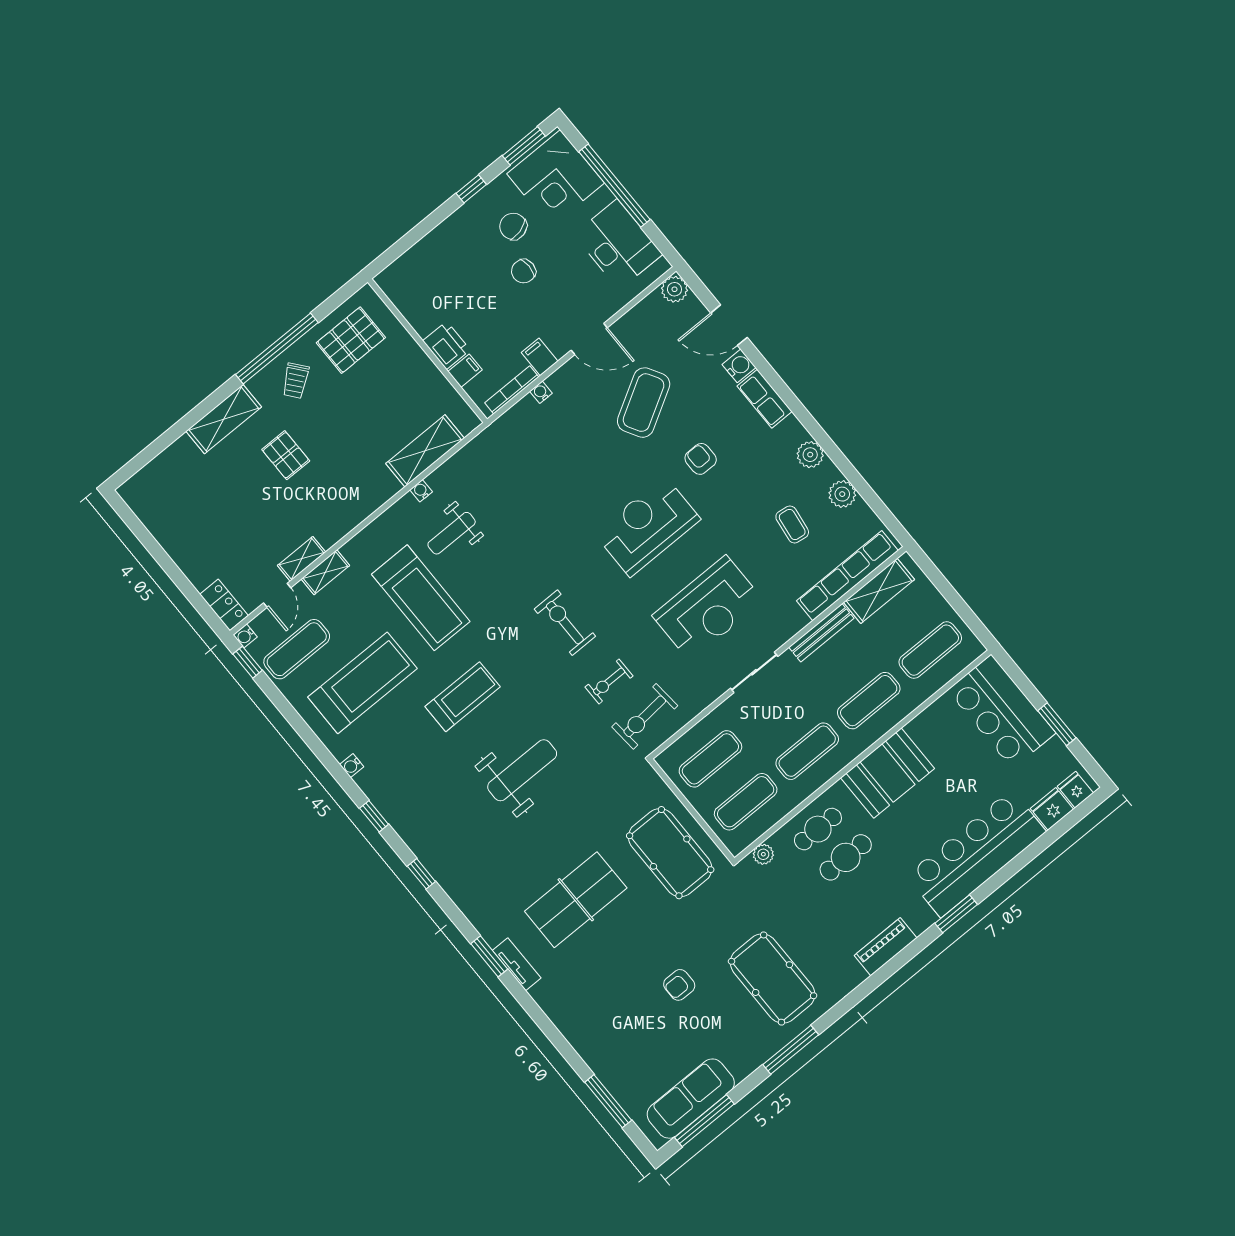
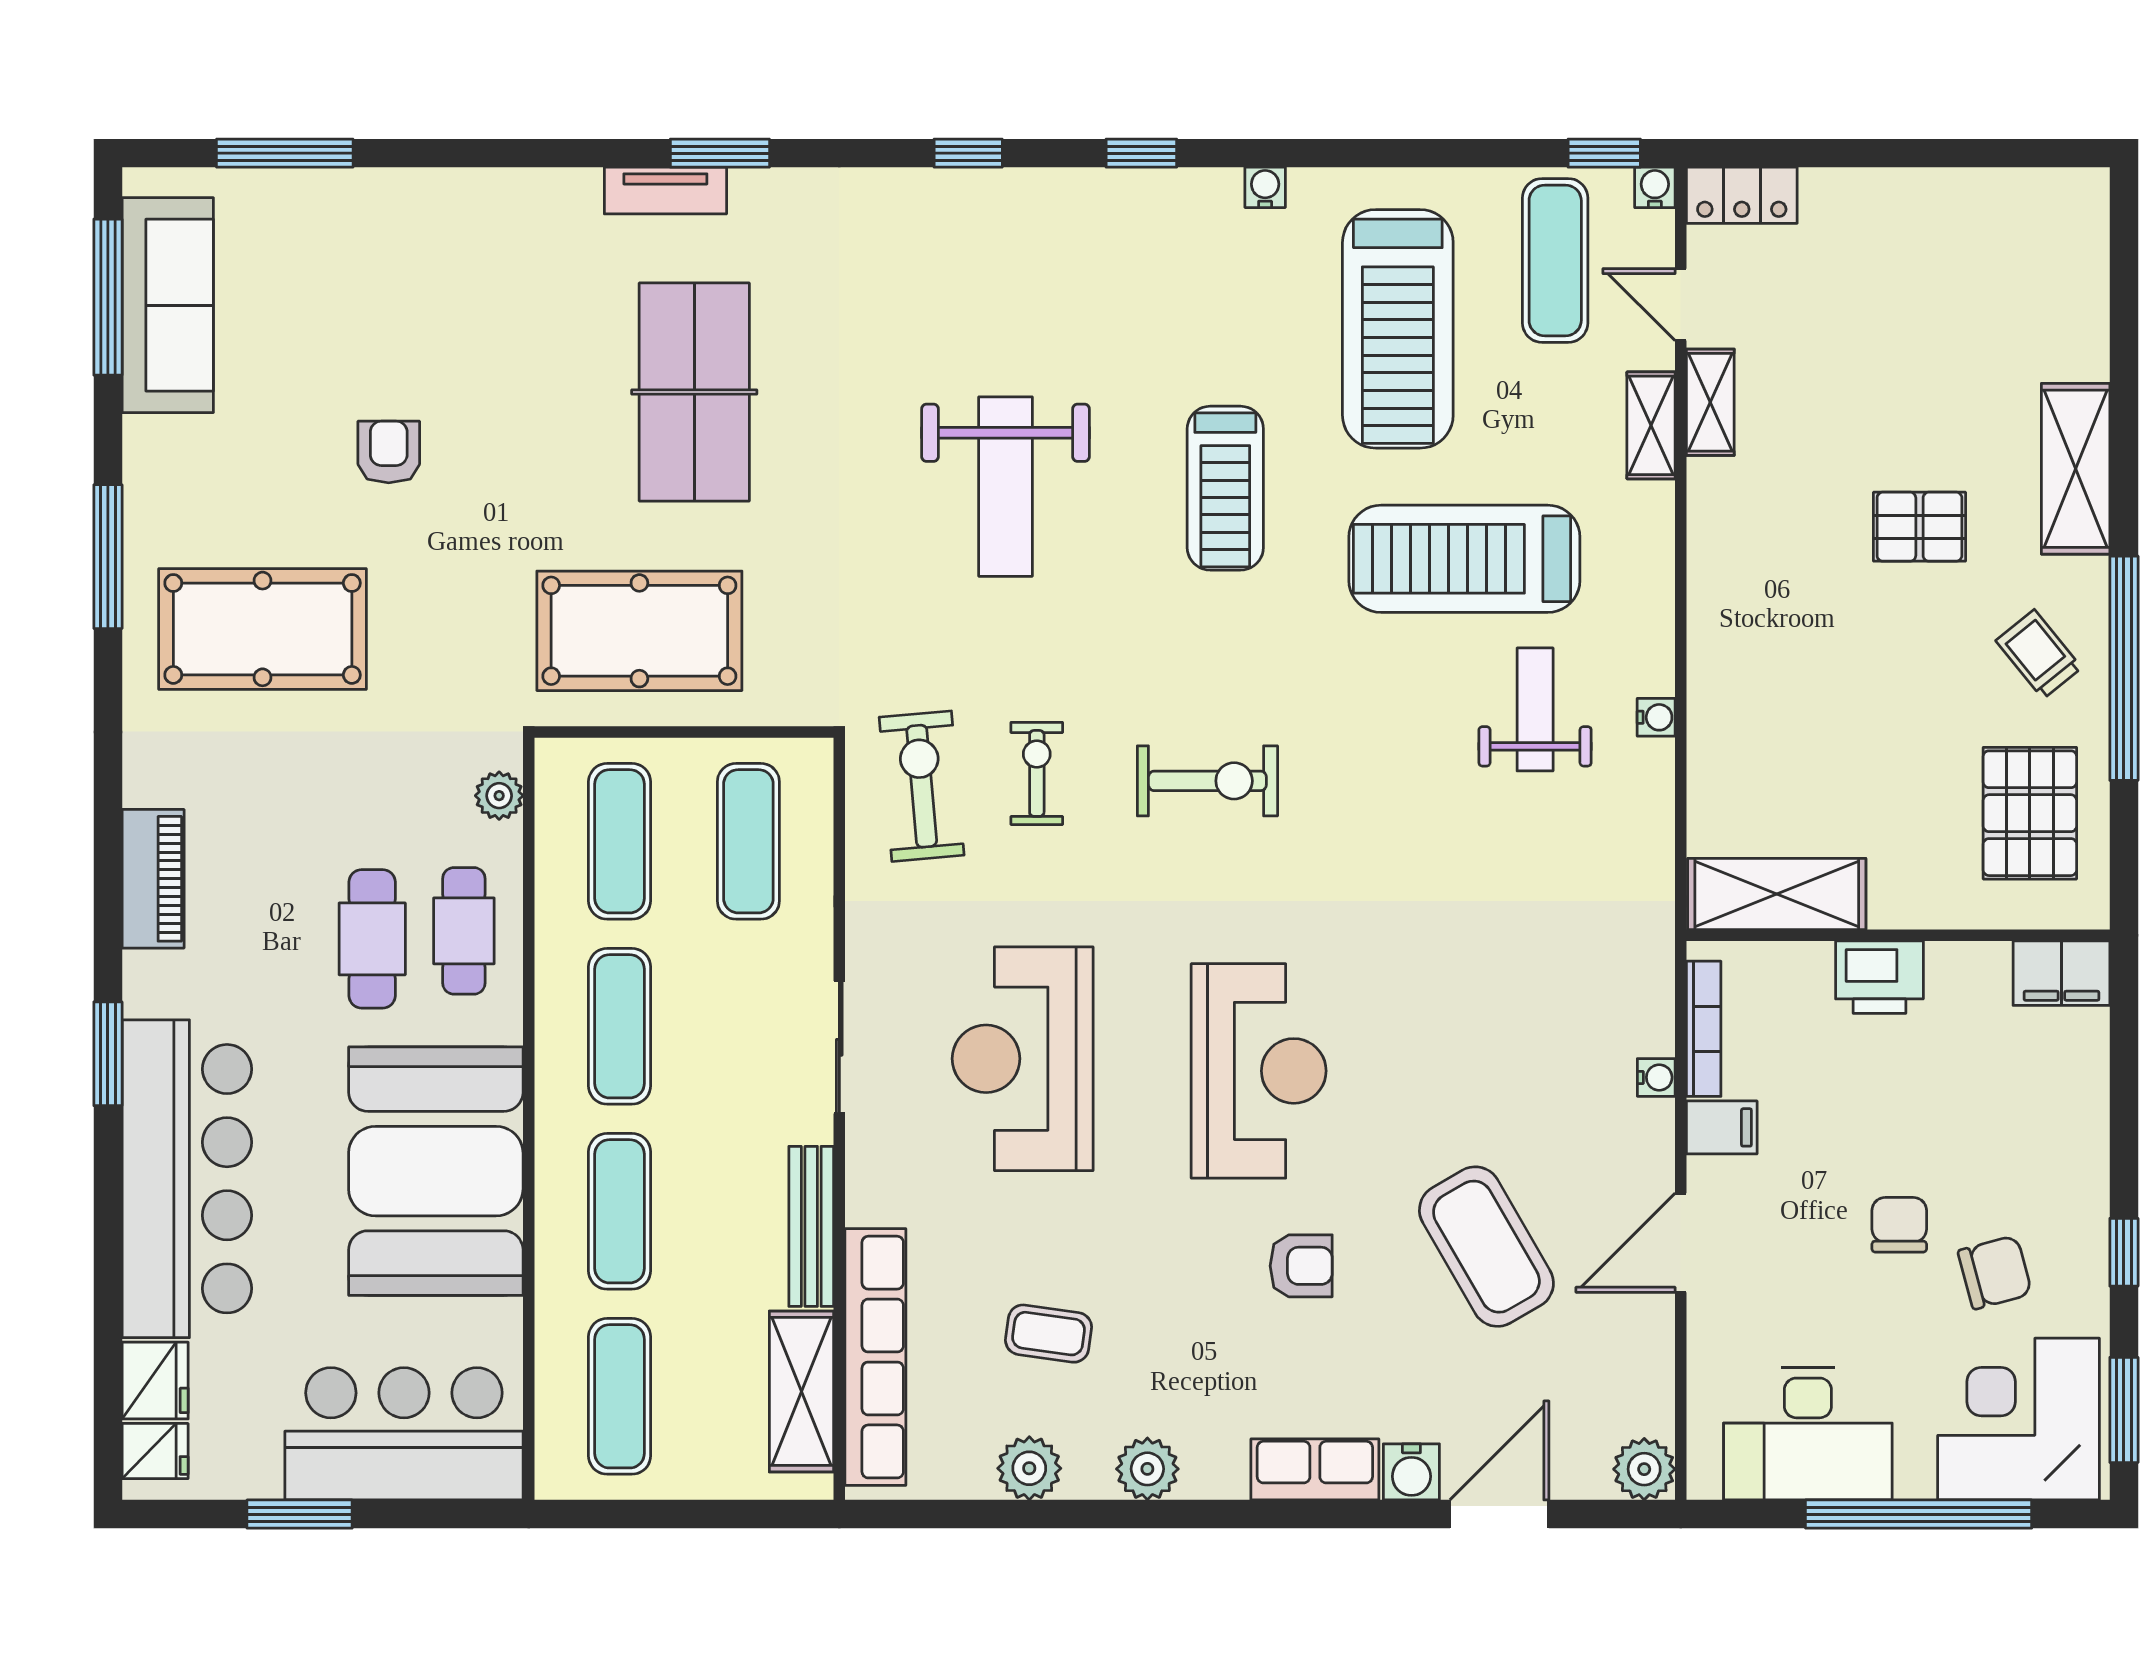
filing cabinet: (465, 371) -> (2061, 973), moved, width x2.00
shelving: (425, 451) -> (1777, 894), moved, turned 90
booth: (887, 773) -> (436, 1171), width x1.36, depth x1.42

